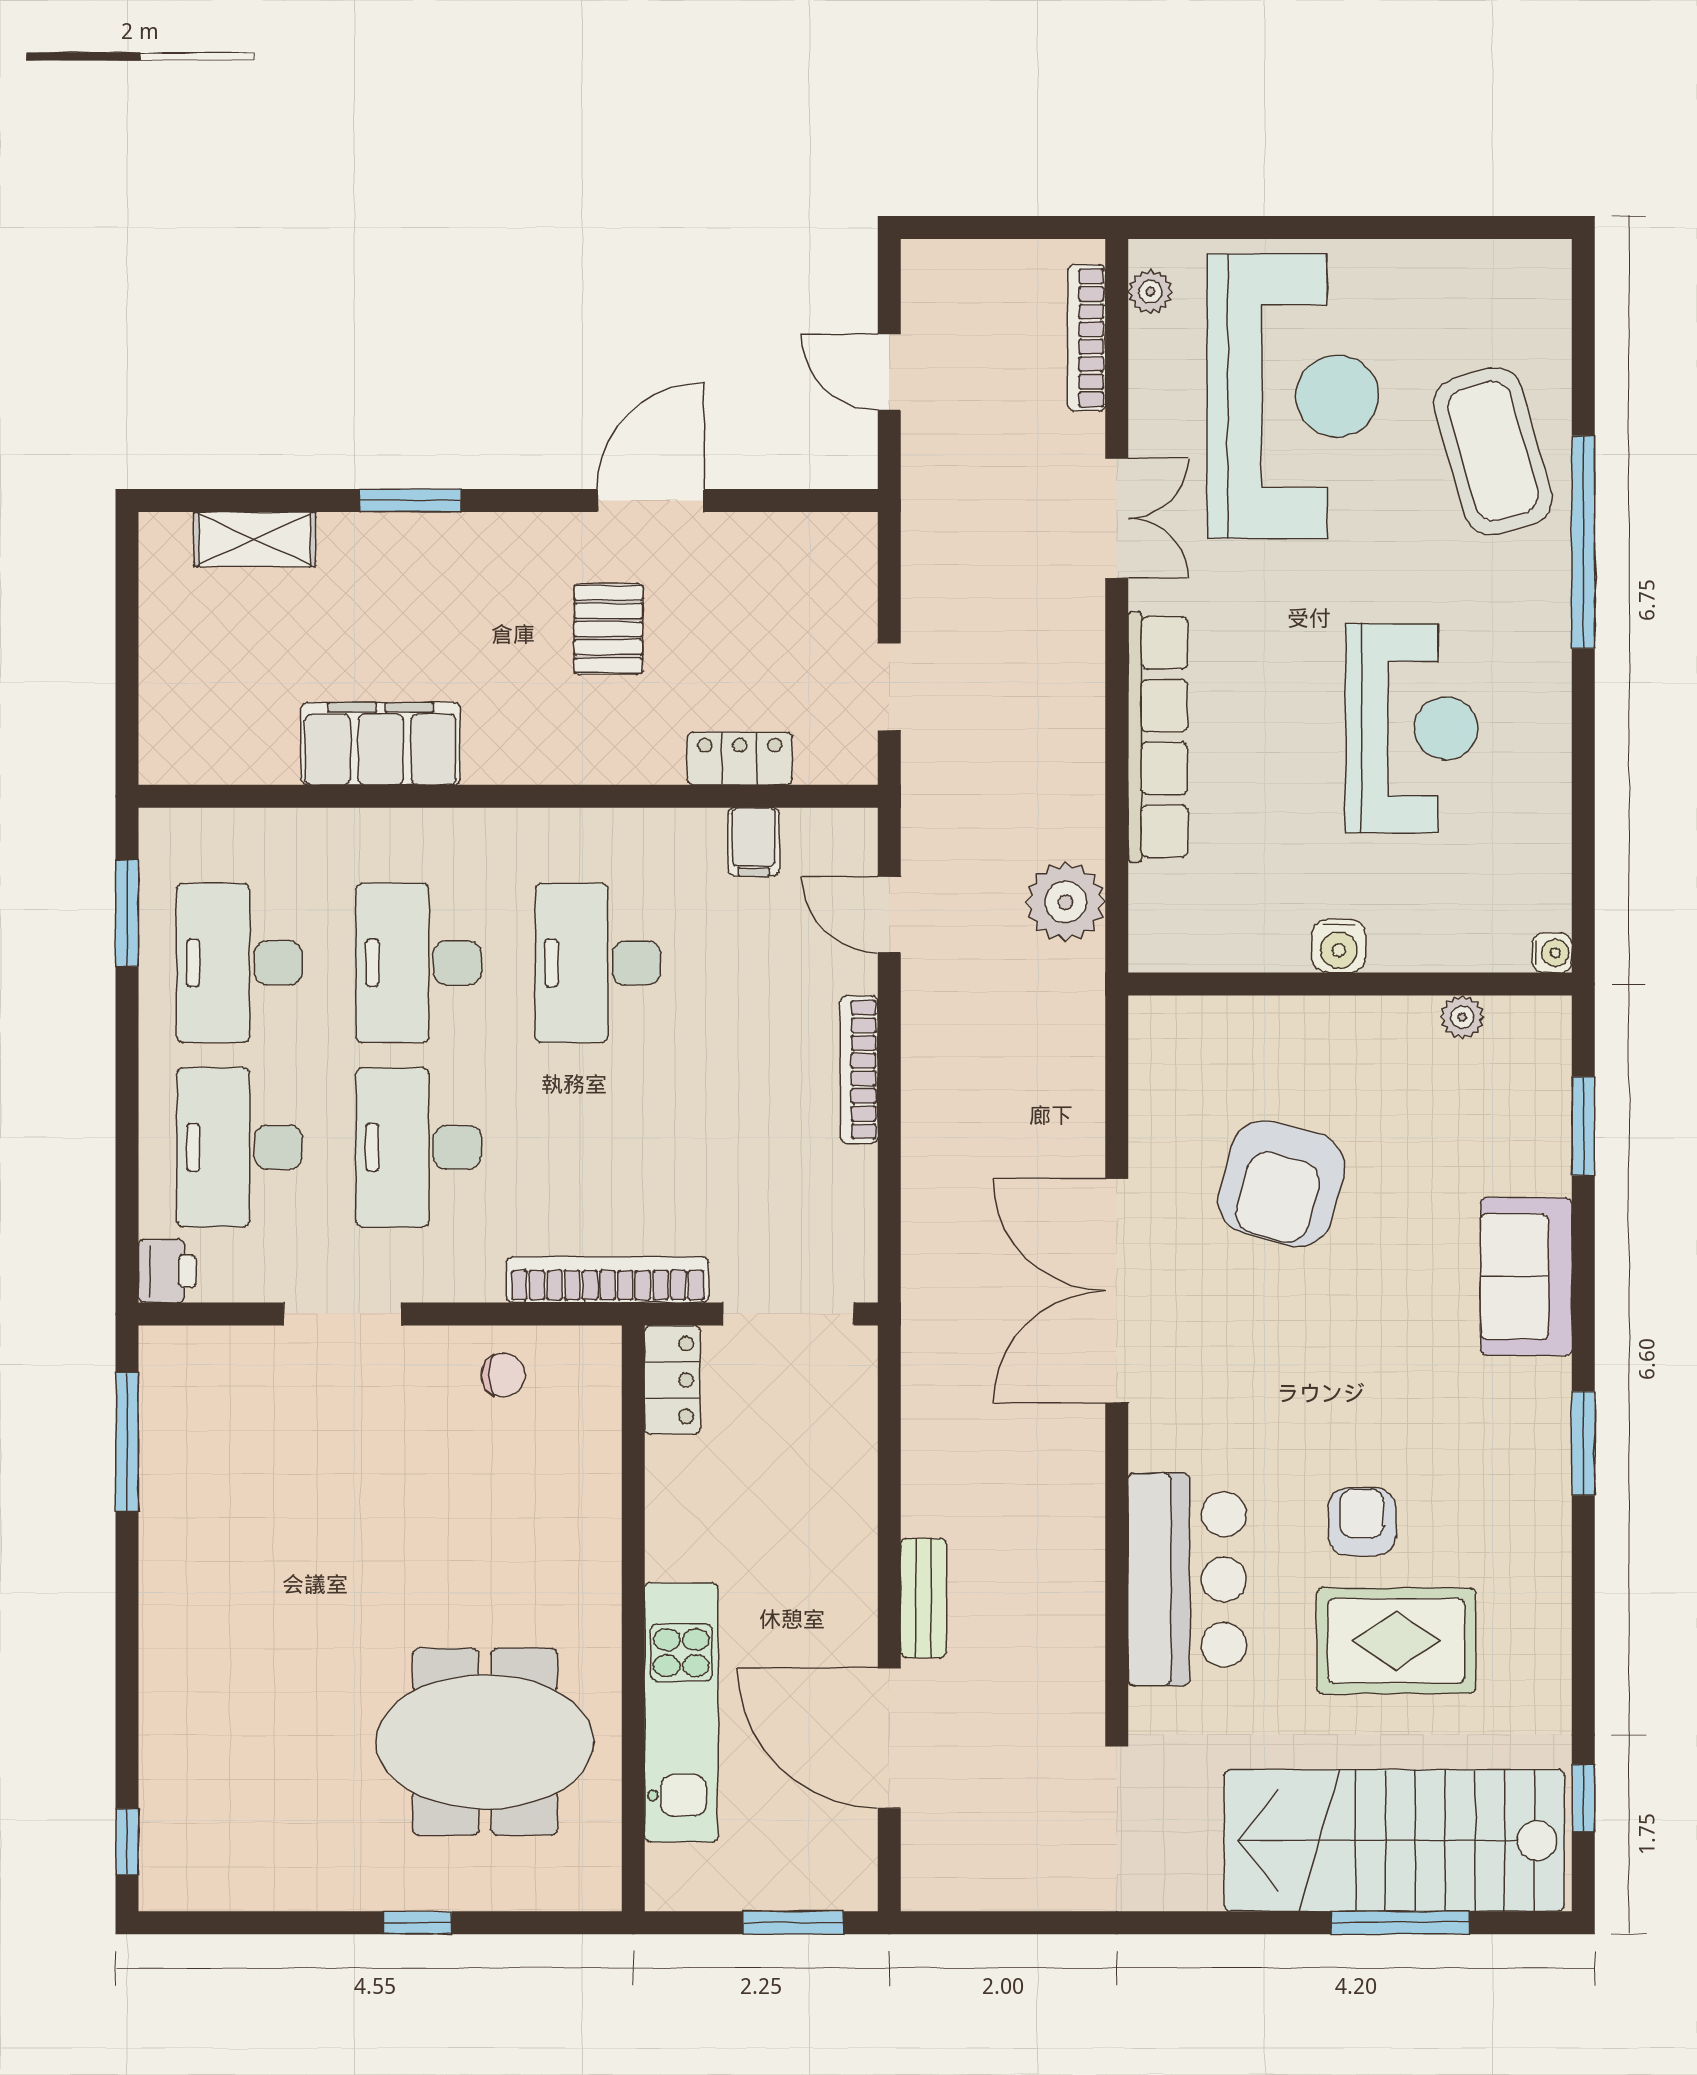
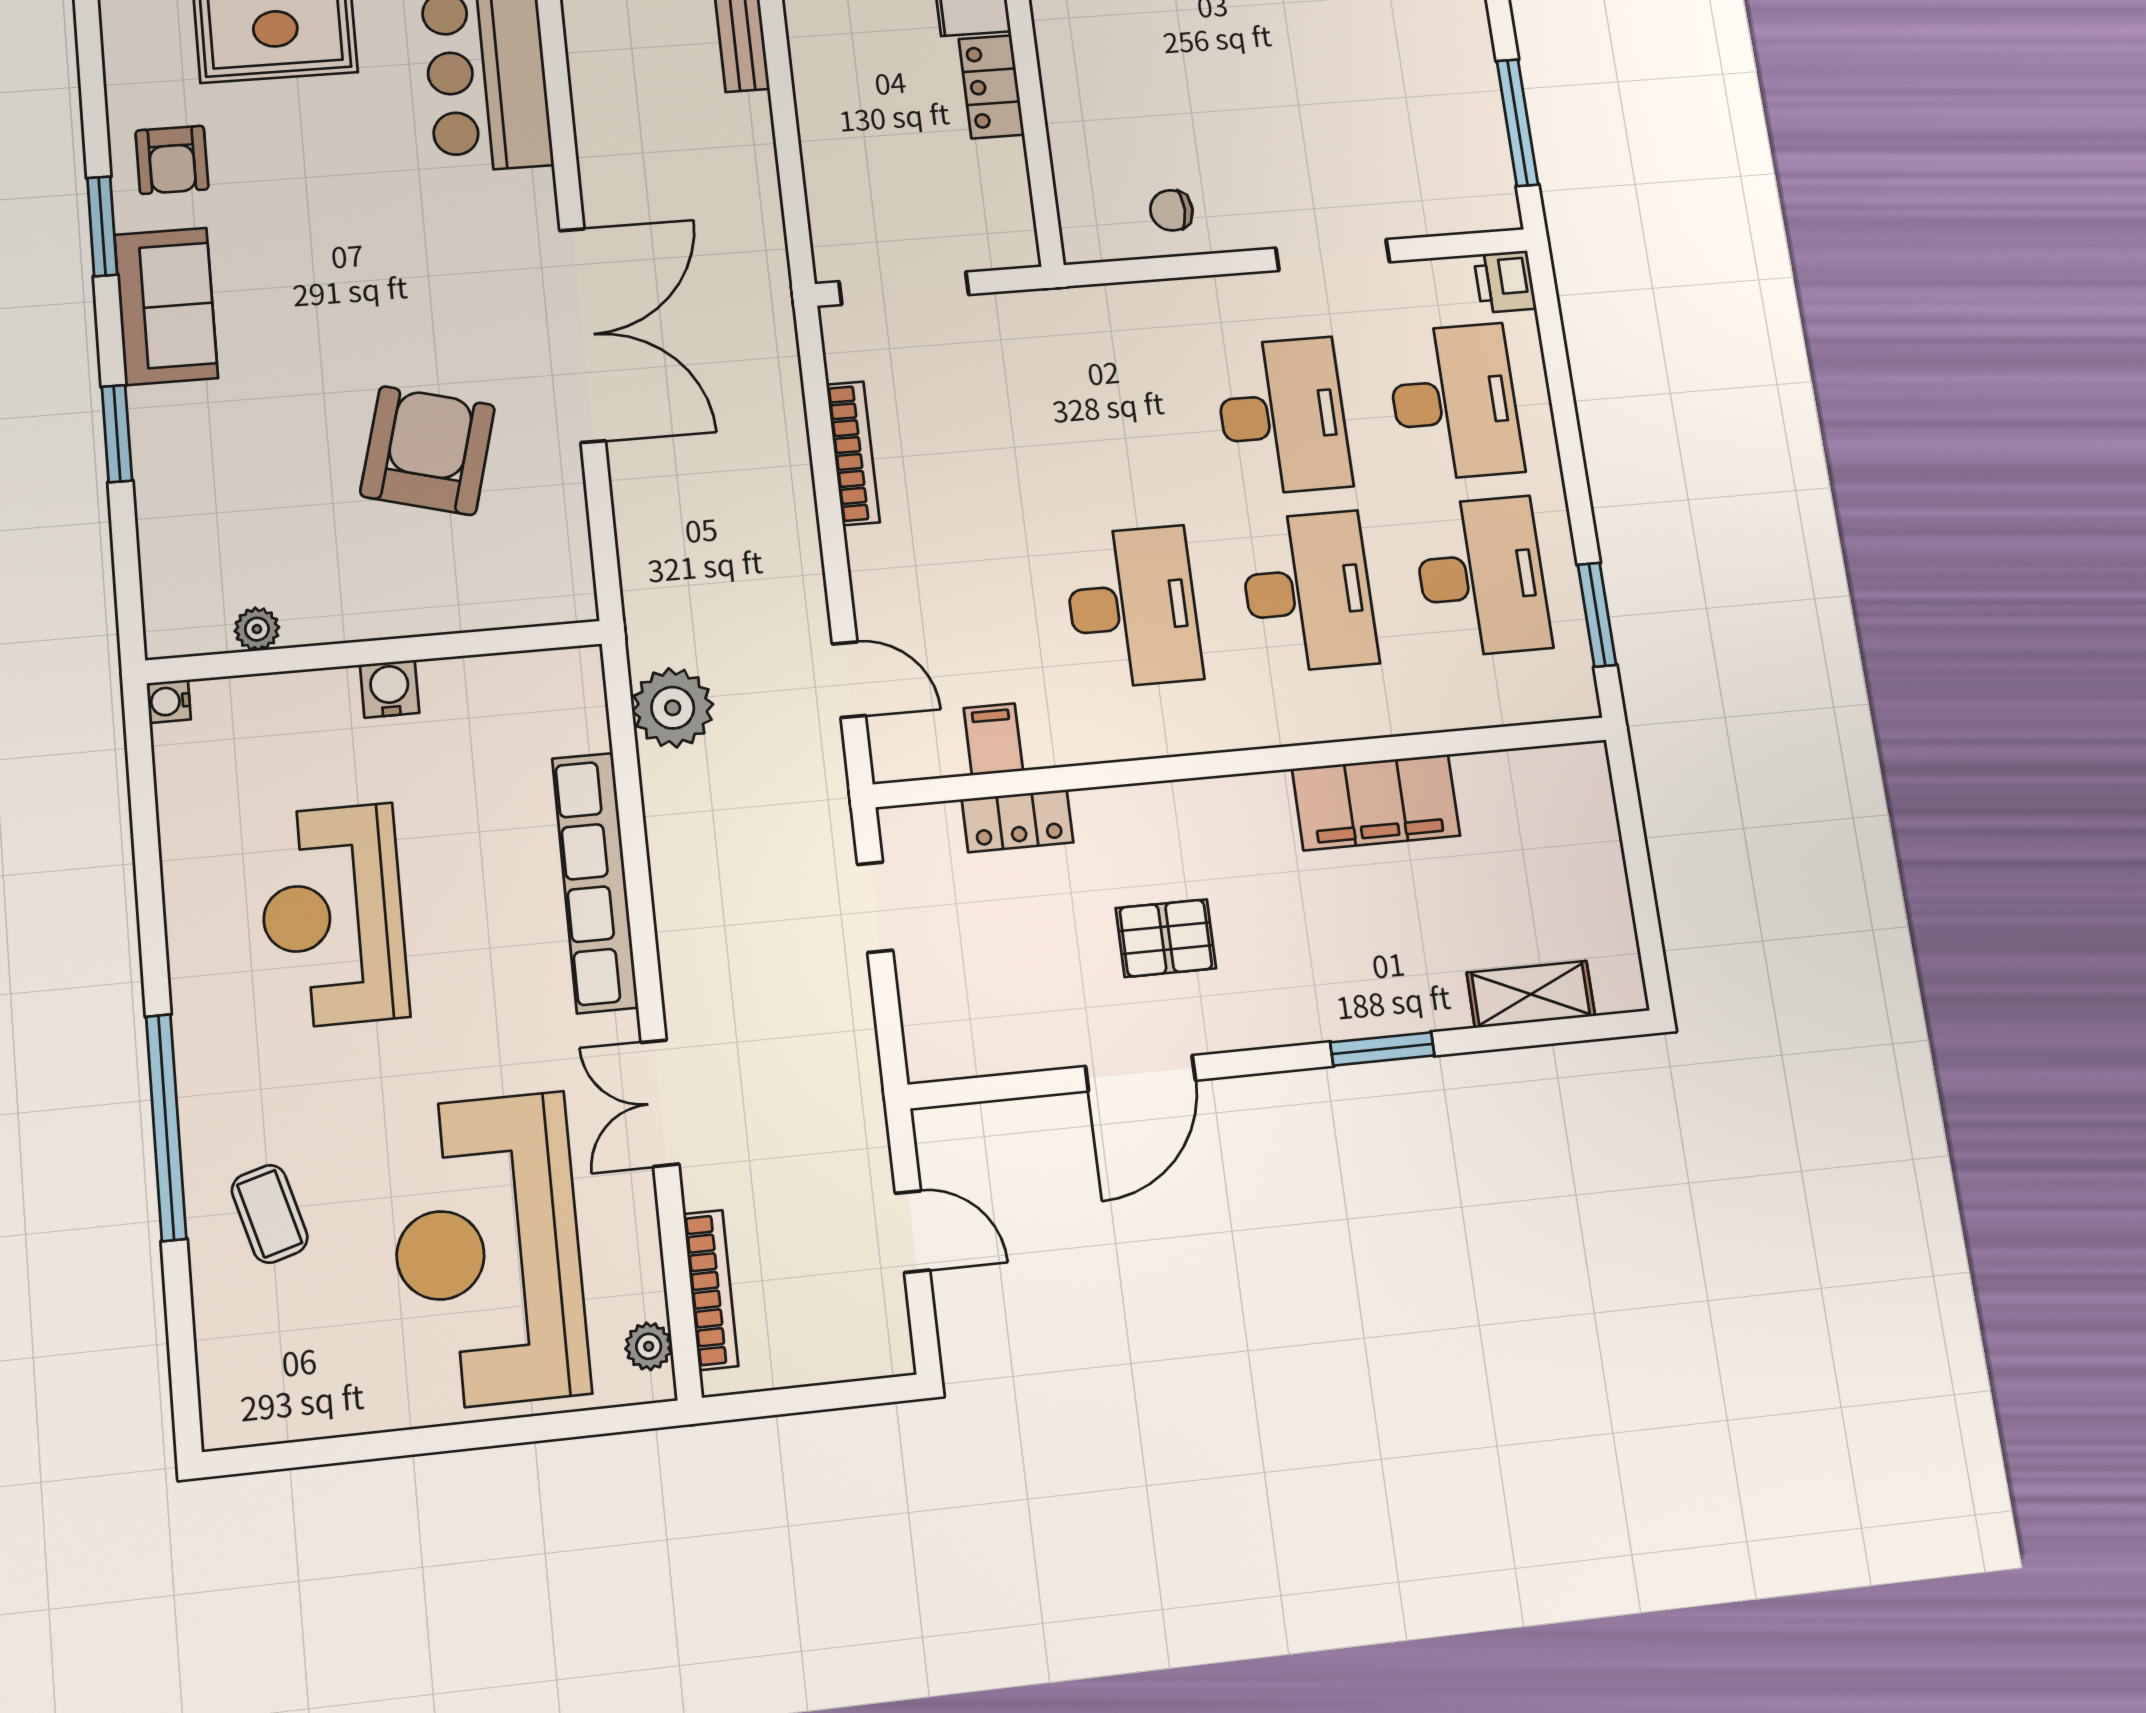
coffee table: (1493, 451) -> (270, 1214), width x0.54, depth x0.58
pallet: (608, 629) -> (1166, 938), turned 90
bookcase: (859, 1069) -> (853, 453), moved
window: (1583, 1126) -> (117, 434), moved
sofa: (1526, 1277) -> (166, 306), moved
bookcase: (608, 1280) -> (1083, 307), removed
locker: (672, 1380) -> (991, 87), moved
armchair: (1362, 1522) -> (172, 160), moved

